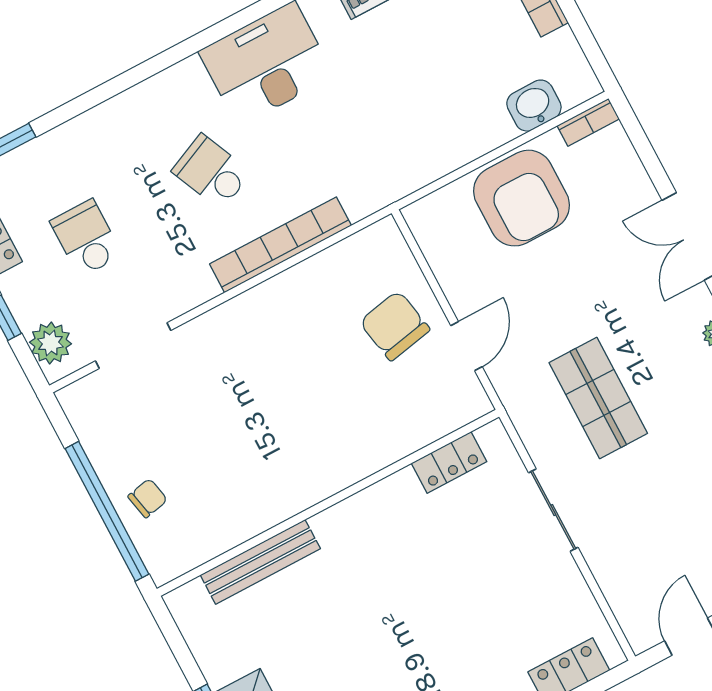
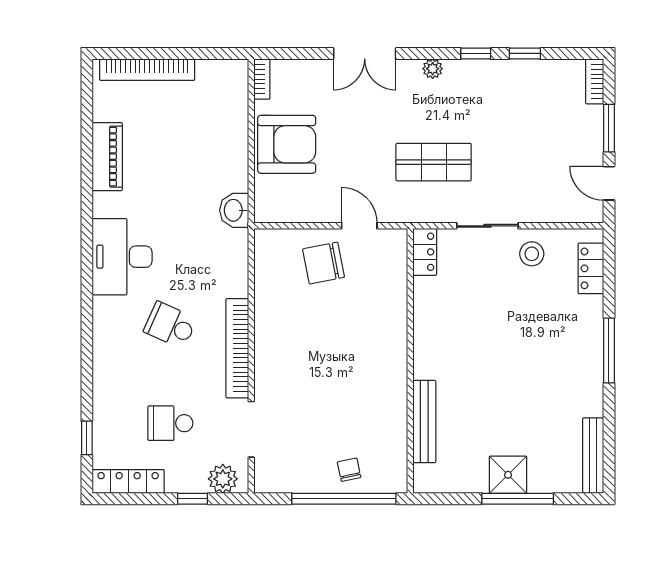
washbasin: (534, 106) -> (234, 210), moved
school desk: (211, 172) -> (170, 325), turned 48
bookcase: (281, 245) -> (237, 348), moved
locker: (449, 462) -> (425, 252), moved
stool: (547, 586) -> (532, 254), added

